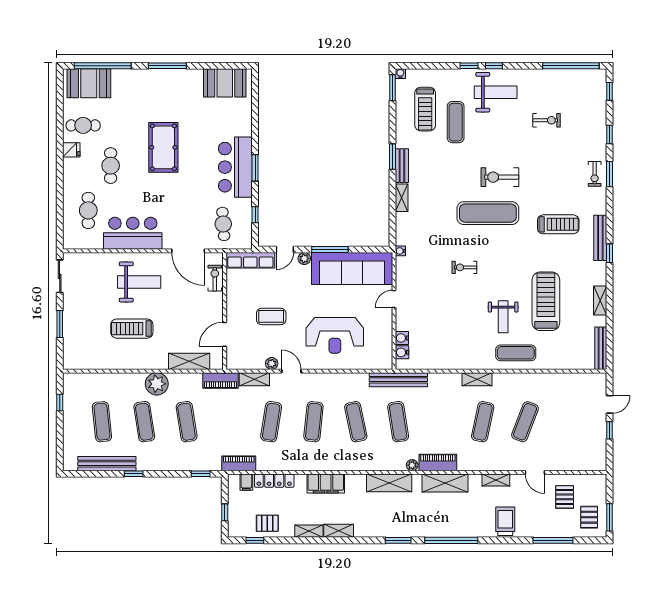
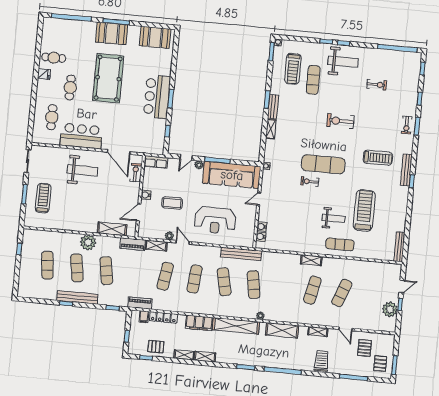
booth: (89, 83) -> (112, 34), moved
pool table: (163, 147) -> (108, 78), width x1.36, depth x1.32
exercise mat: (488, 213) -> (323, 164), moved
cafe table: (223, 224) -> (145, 135), removed
row of seats: (250, 260) -> (156, 162), width x0.68
shelving: (600, 301) -> (402, 214), removed
water cooler: (233, 309) -> (146, 195), added
weight bench: (503, 317) -> (334, 218), turned -90
treadmill: (132, 329) -> (43, 198), moved, turned 90
bench: (398, 380) -> (241, 254), moved
plant: (596, 439) -> (390, 309), added
piano: (438, 462) -> (278, 316), removed
bench: (107, 464) -> (77, 297), moved
shelving: (389, 483) -> (236, 326), width x1.47

